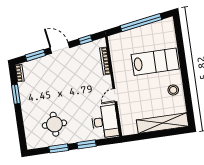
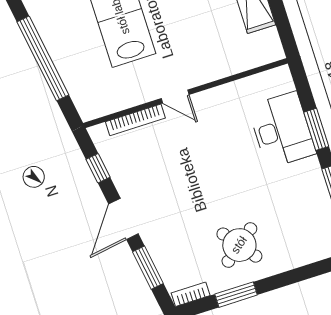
door: (115, 95) -> (175, 97), moved
desk: (105, 122) -> (282, 130), moved, turned 90
round table: (54, 124) -> (239, 245), moved, turned -38

